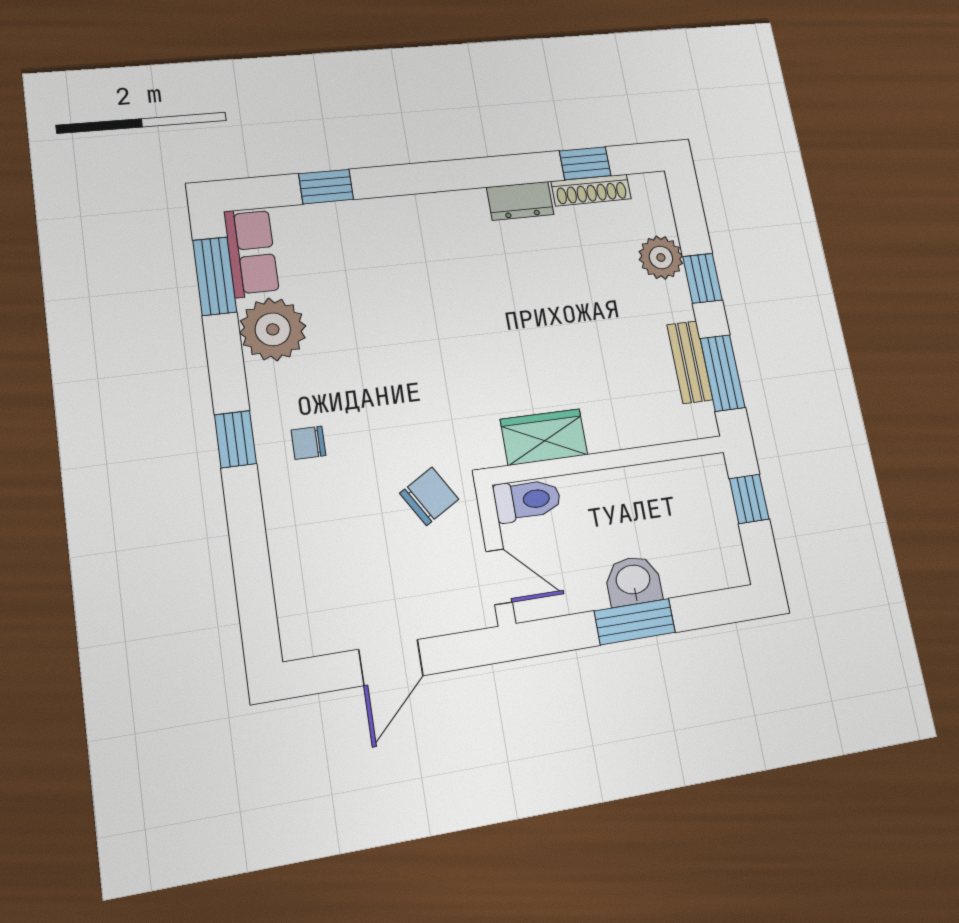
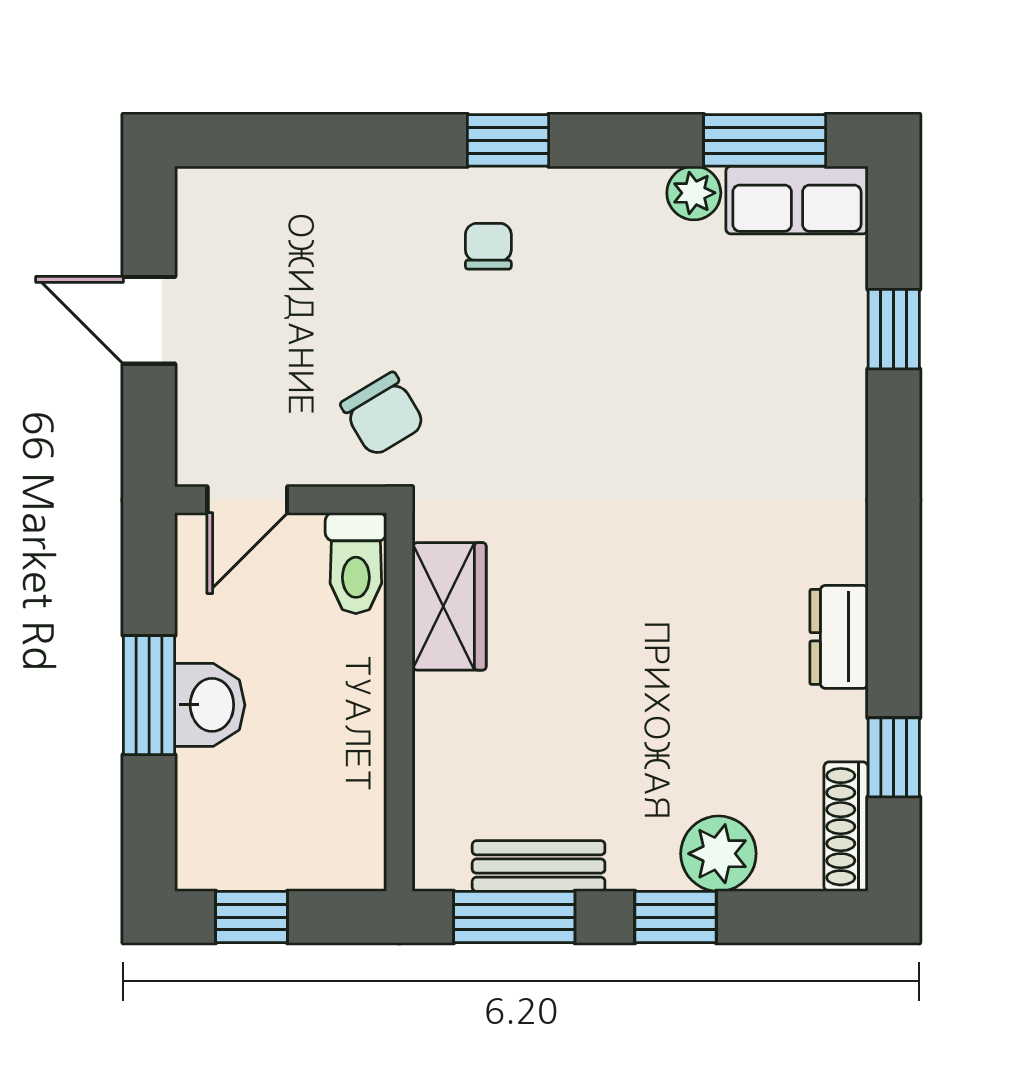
shoe rack: (591, 190) -> (846, 827), moved
plant: (273, 329) -> (694, 193), width x0.53, depth x0.53
window: (749, 499) -> (252, 917), moved

